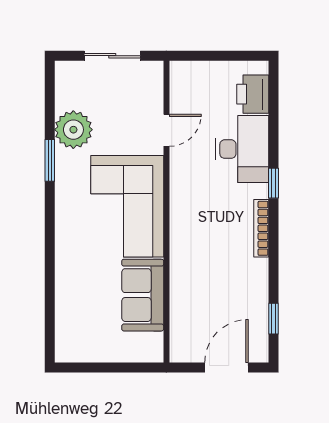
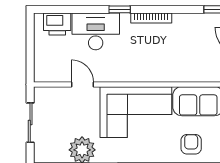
armchair: (81, 285) -> (191, 144), added

